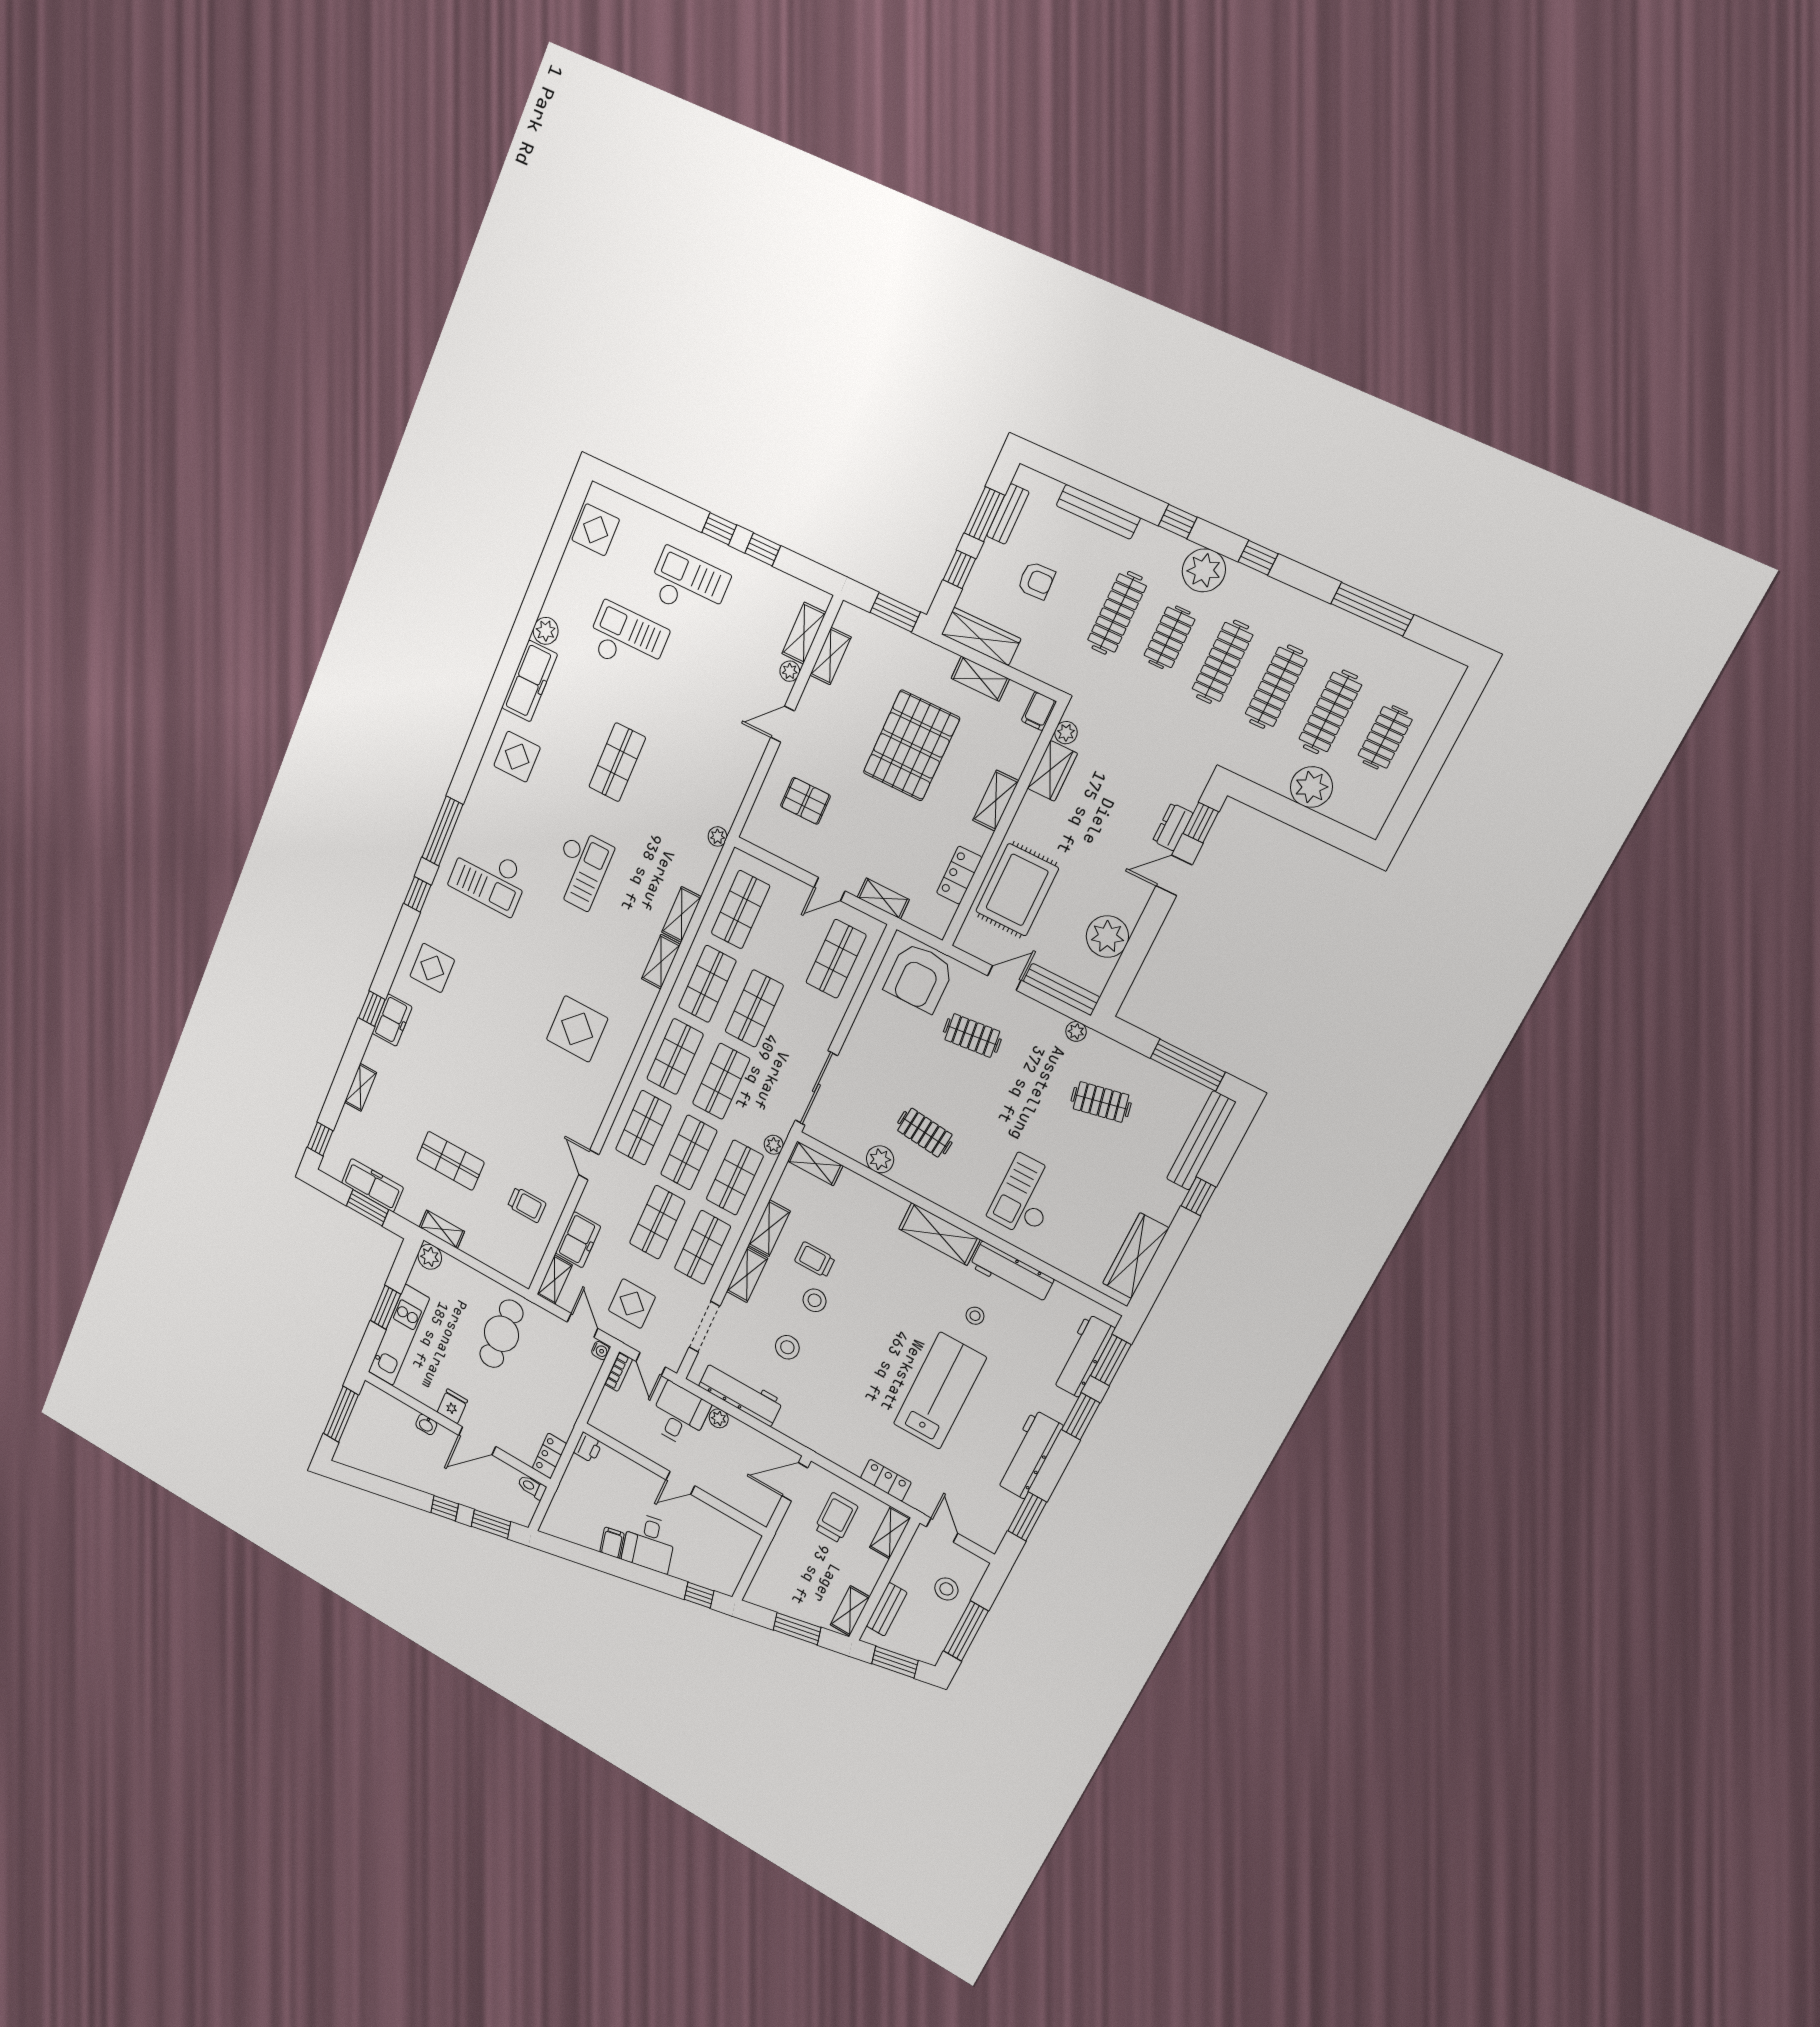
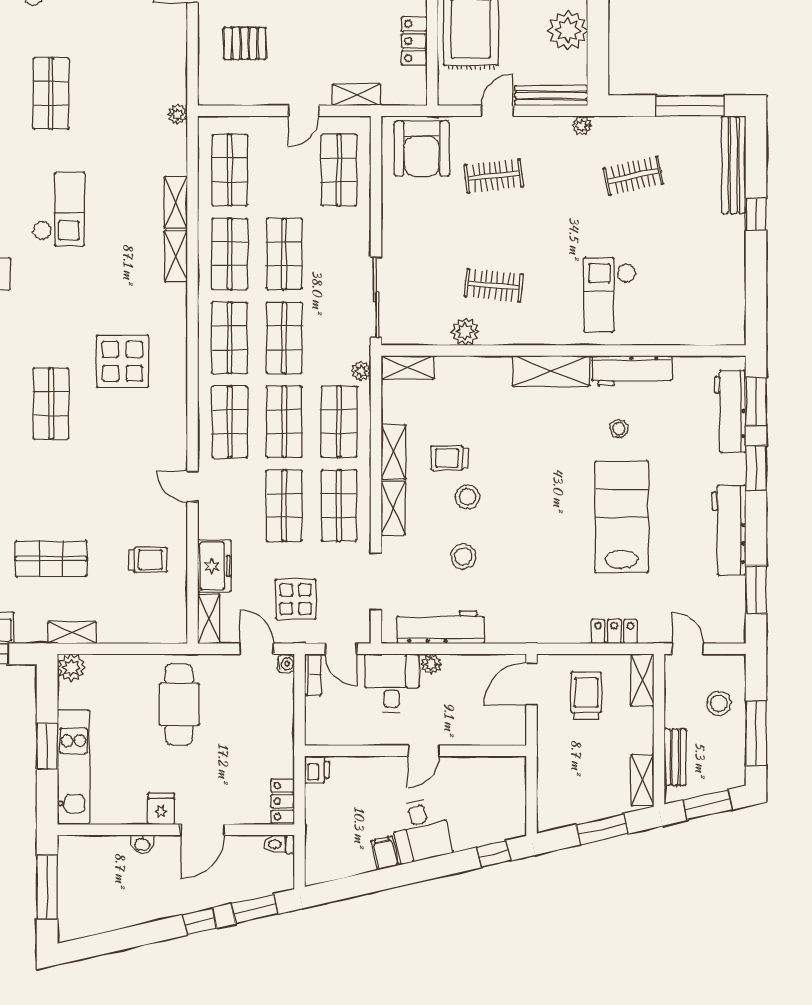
shop shelf: (504, 1033) -> (51, 404), added
wardrobe: (1136, 1256) -> (730, 296), removed

